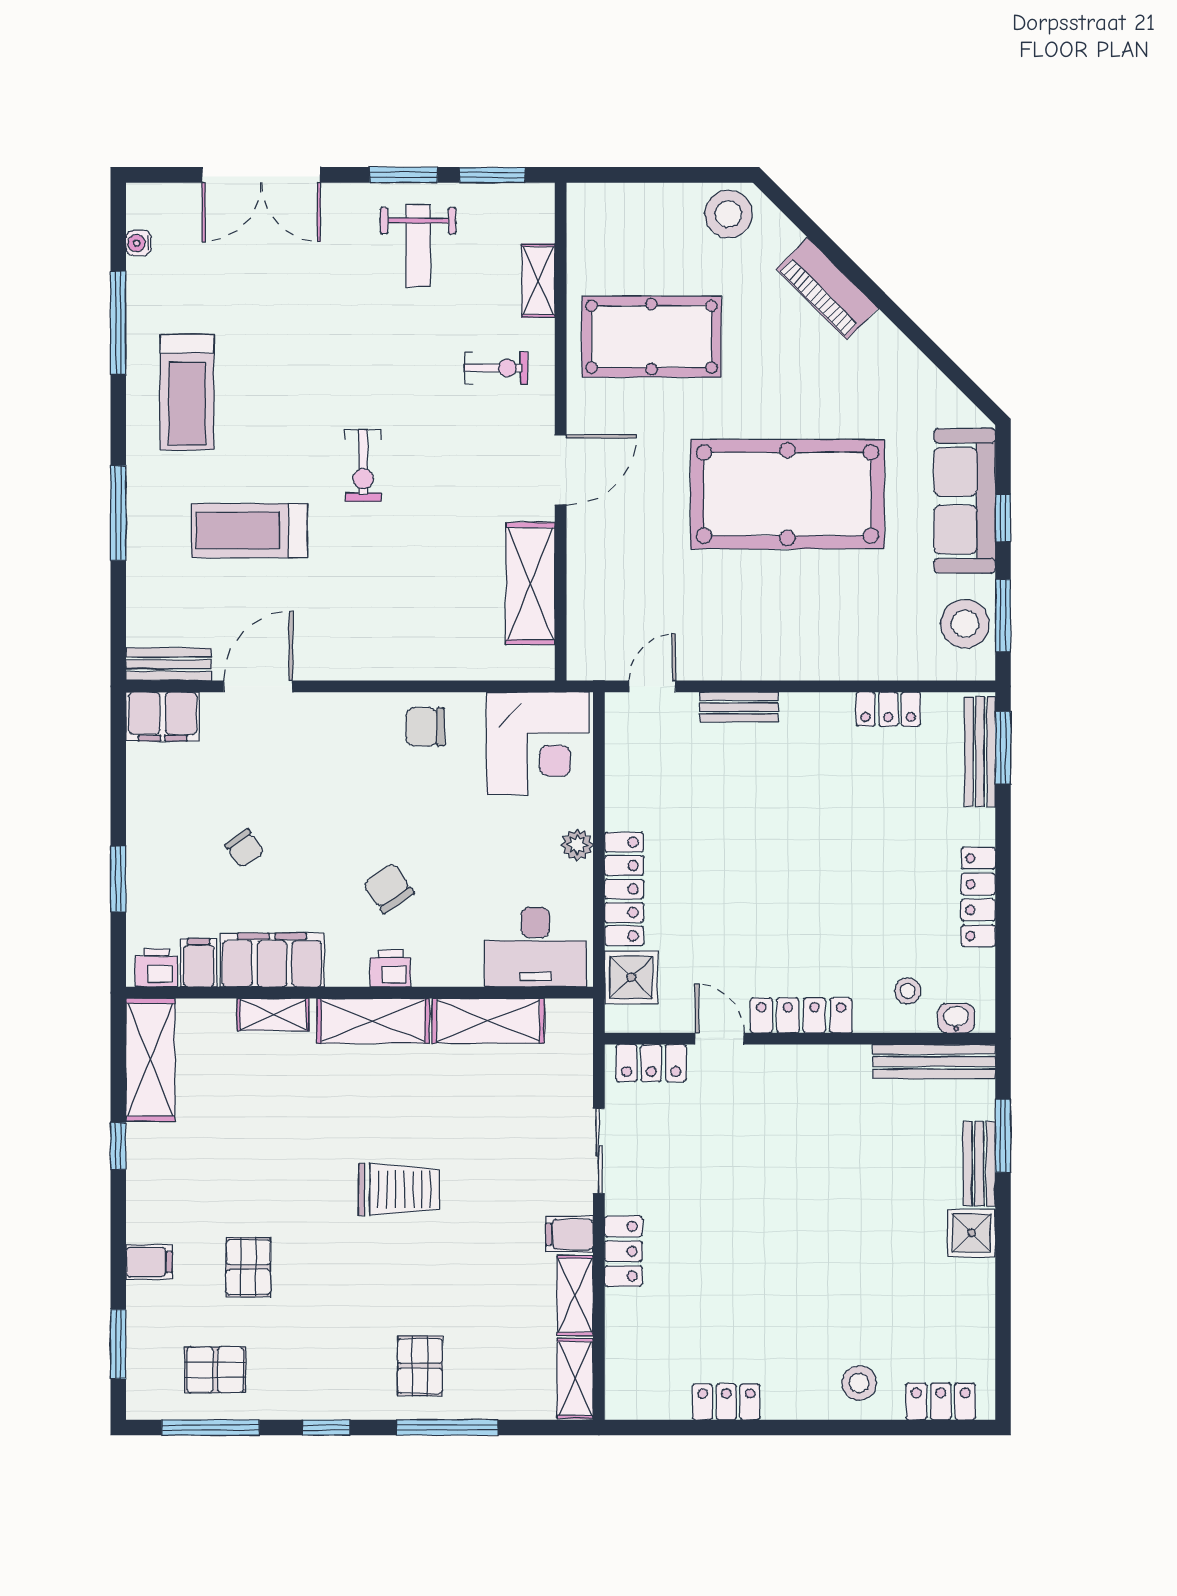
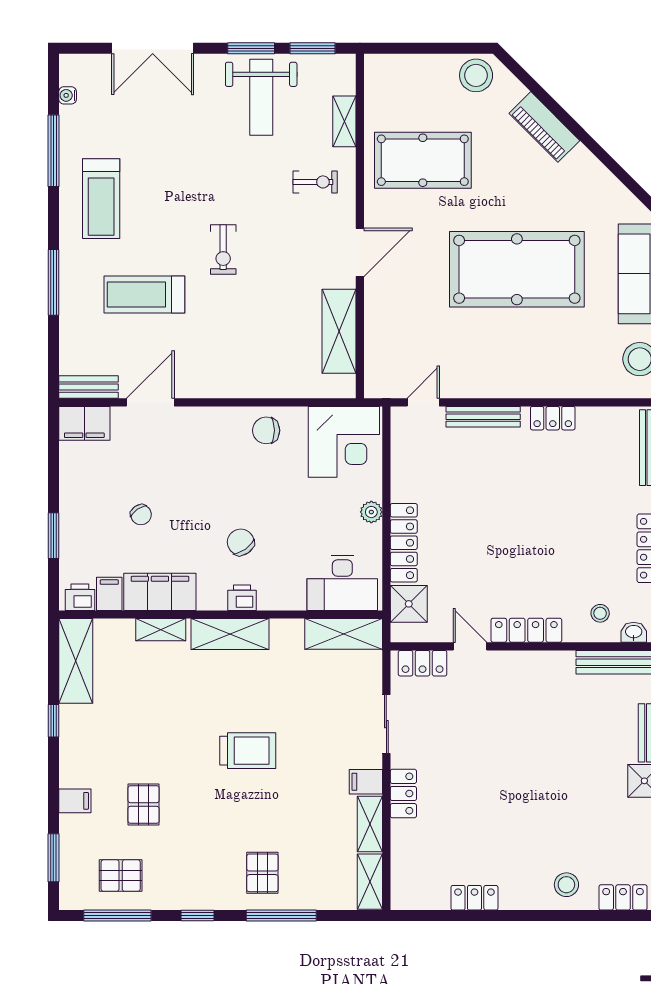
weight bench: (418, 246) -> (261, 97), width x1.36, depth x1.33
bench: (739, 707) -> (483, 417), width x1.36
locker: (888, 709) -> (553, 418), moved
shelving: (488, 1021) -> (344, 634), moved

